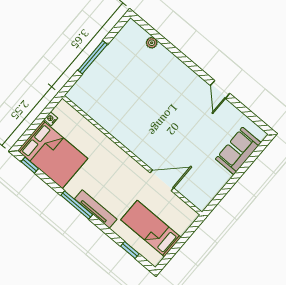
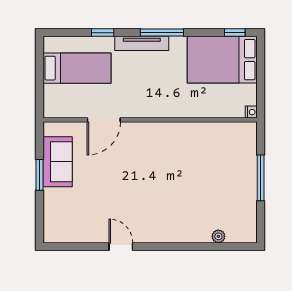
nightstand: (51, 119) -> (251, 112), moved
sofa: (238, 151) -> (58, 162), moved
window: (233, 180) -> (39, 175), added
window: (130, 250) -> (103, 33), moved

